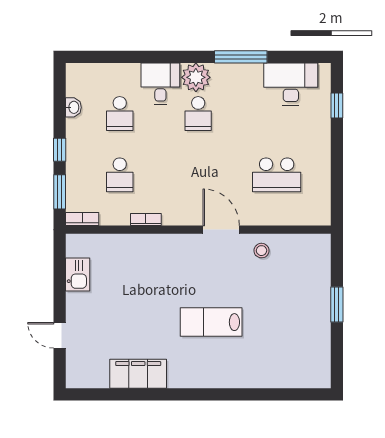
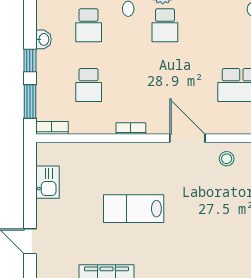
washbasin: (73, 107) -> (43, 39), moved
bookcase: (146, 220) -> (131, 128), moved
lab bench: (211, 322) -> (134, 209), moved

